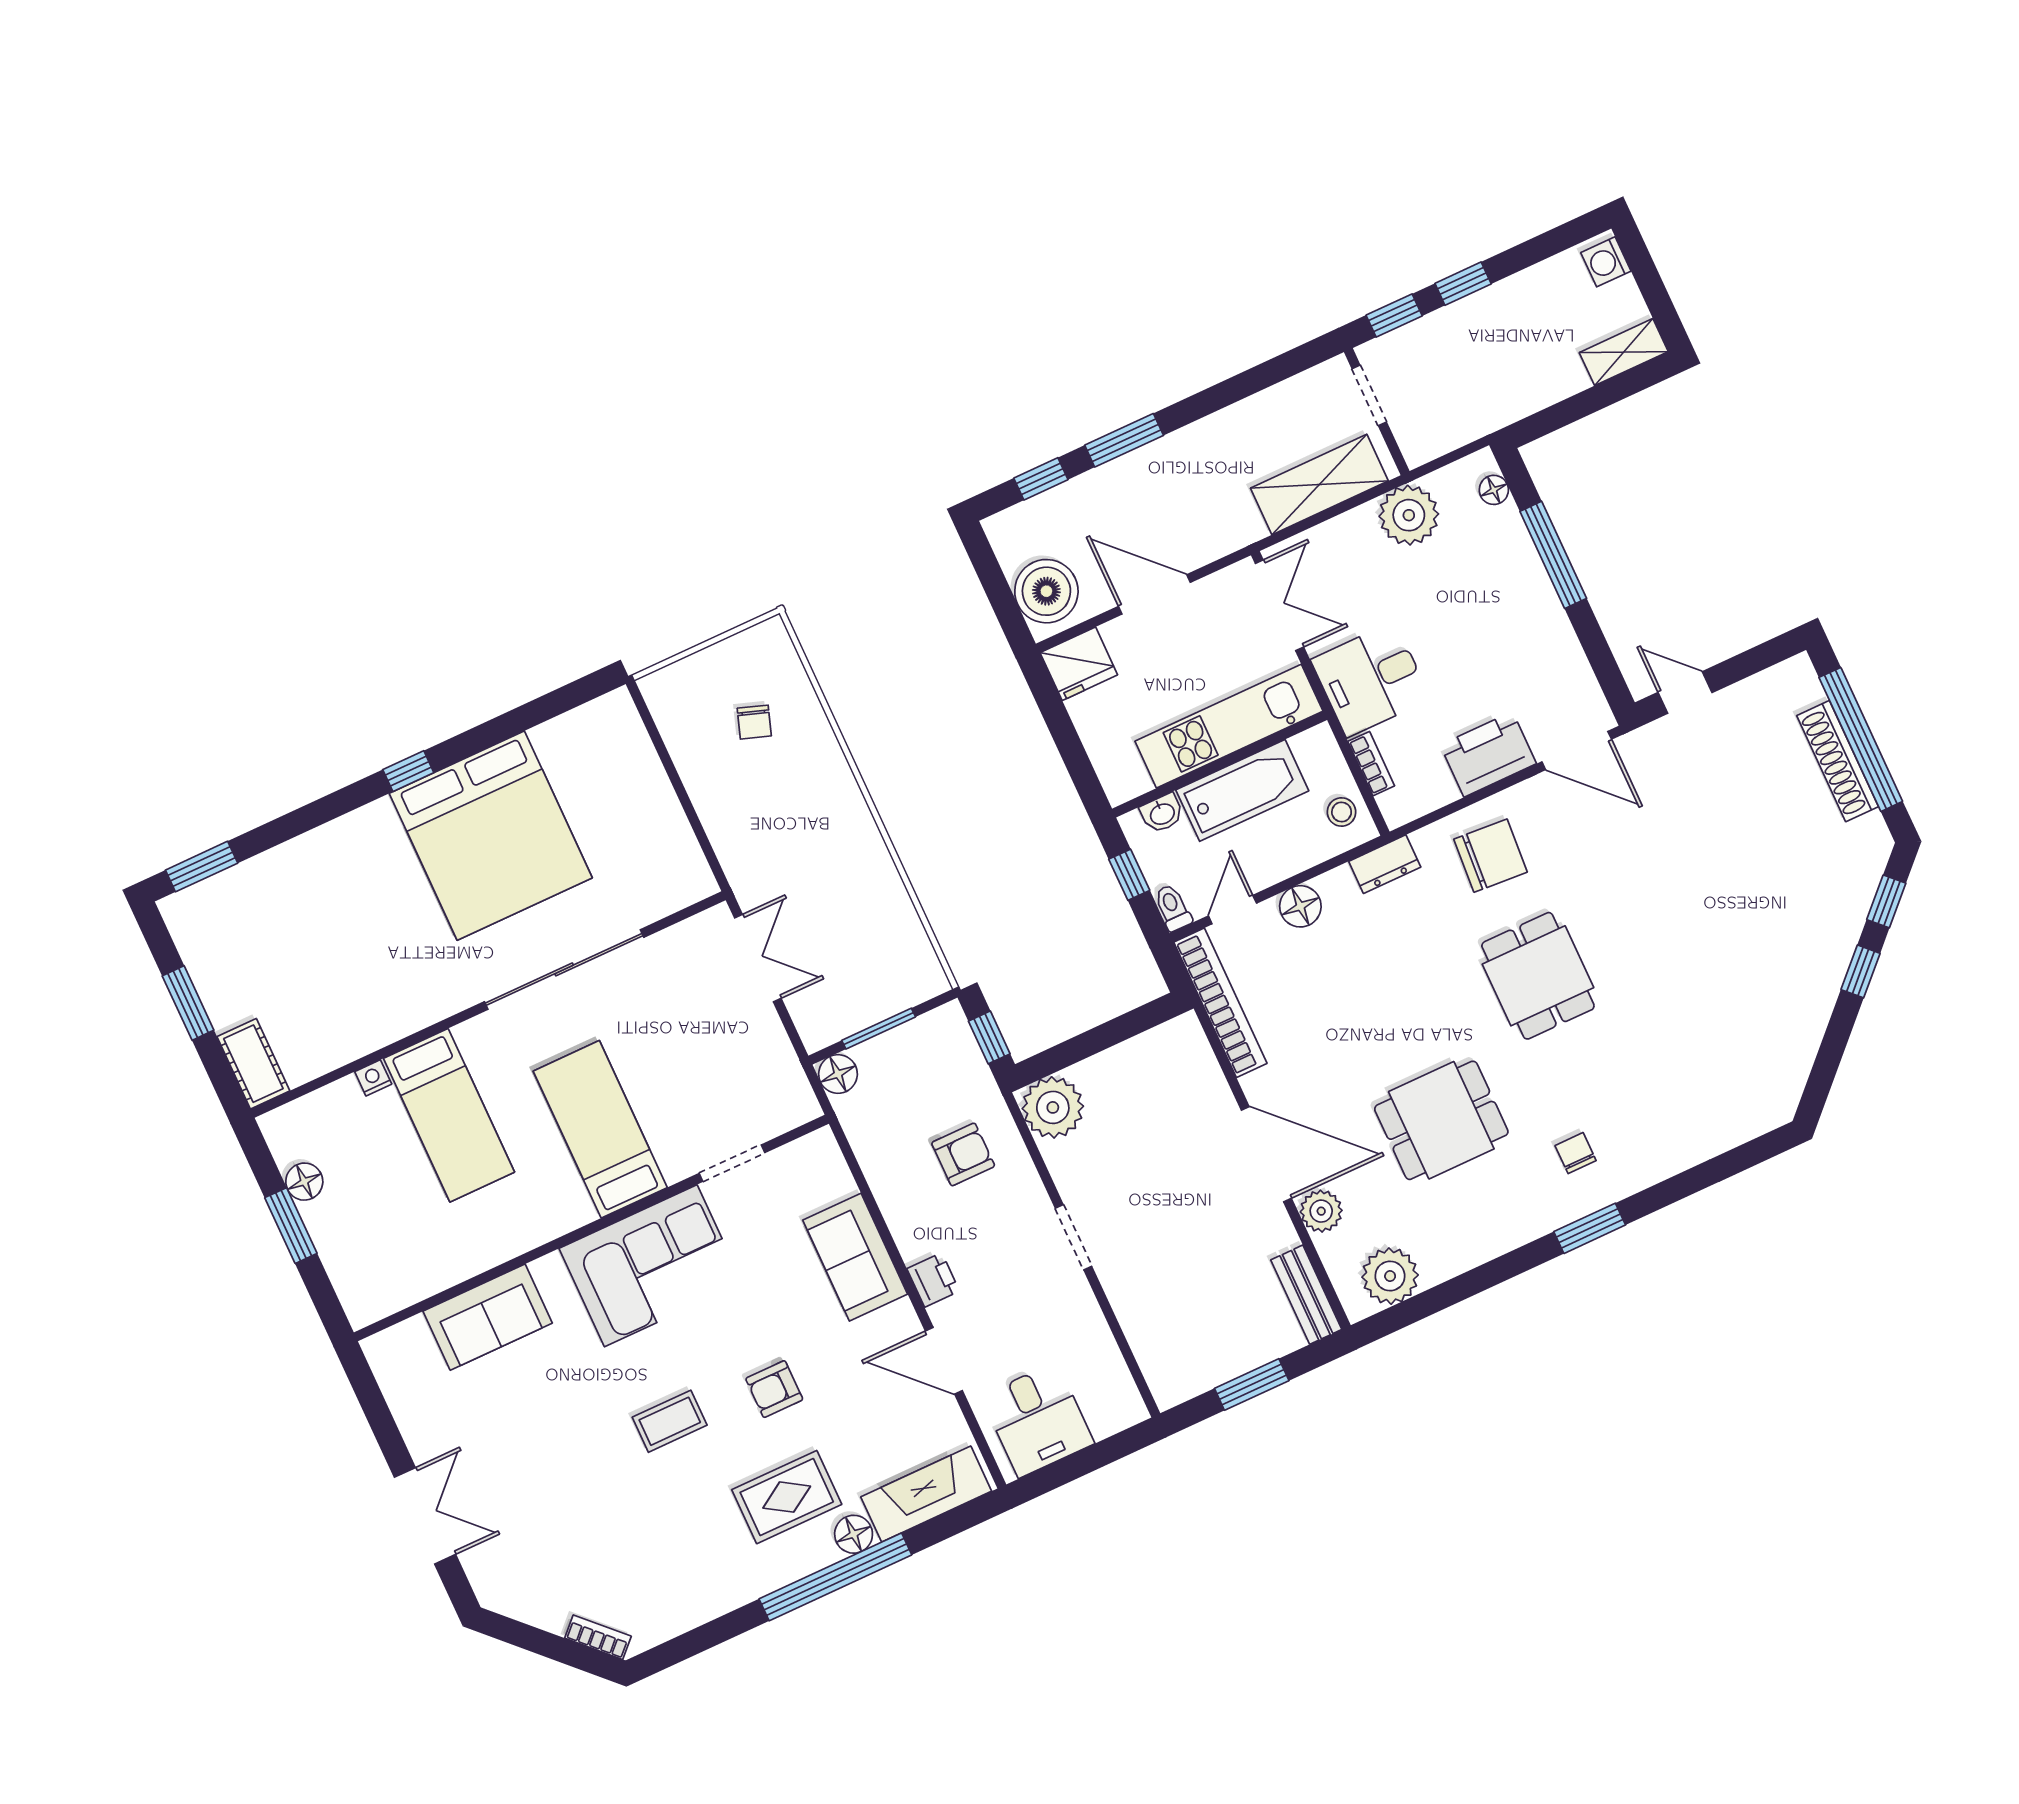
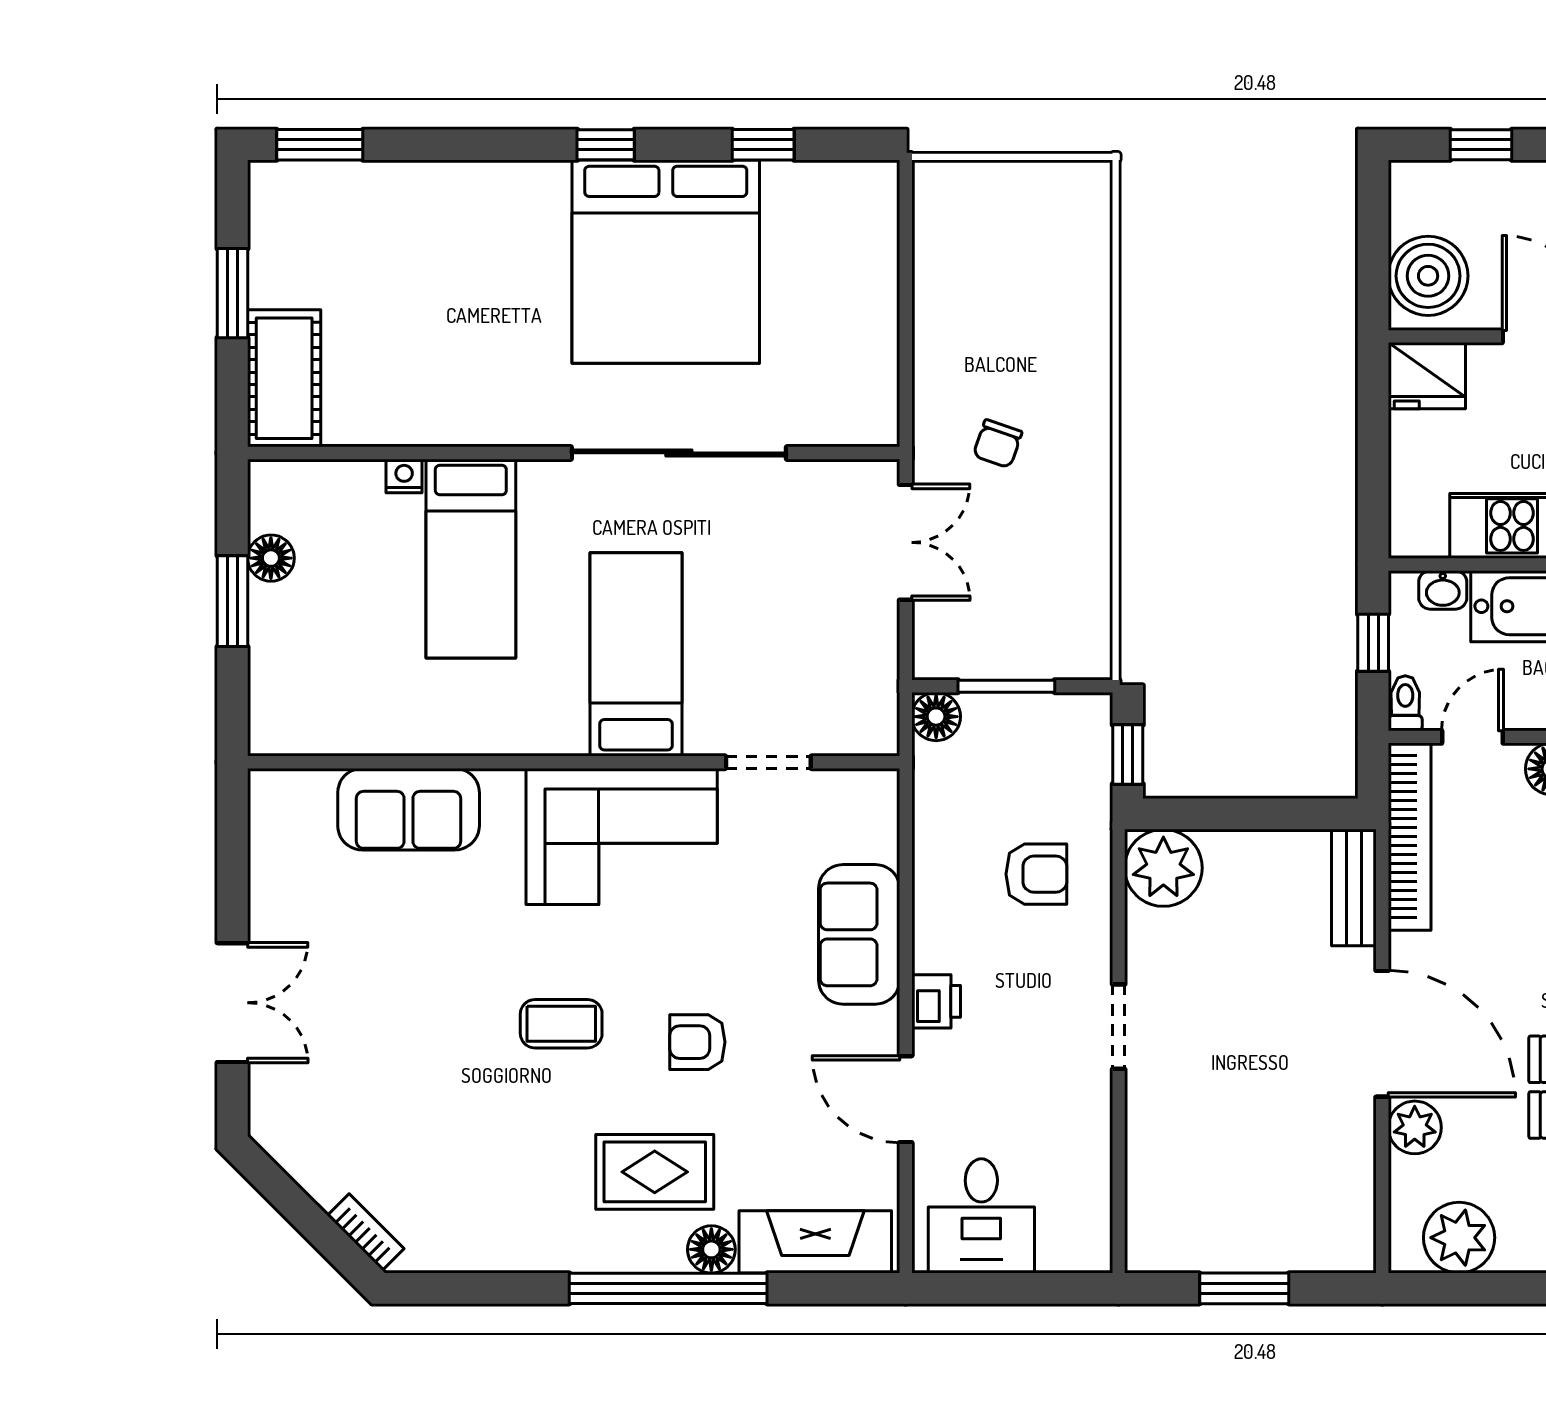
window: (522, 719) -> (763, 145), added
chair: (754, 722) -> (998, 444), moved
cot: (253, 1064) -> (284, 378), width x1.37, depth x1.34
bench: (1306, 1295) -> (1354, 888), moved

